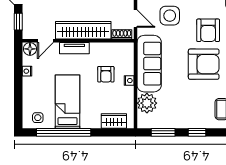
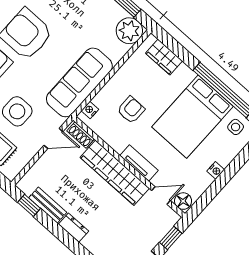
door: (135, 19) -> (53, 138), swing flipped
nightstand: (27, 71) -> (216, 170), moved
nightstand: (129, 81) -> (90, 110), moved
bed: (67, 102) -> (192, 117), width x1.50
plant: (147, 103) -> (129, 31), moved

